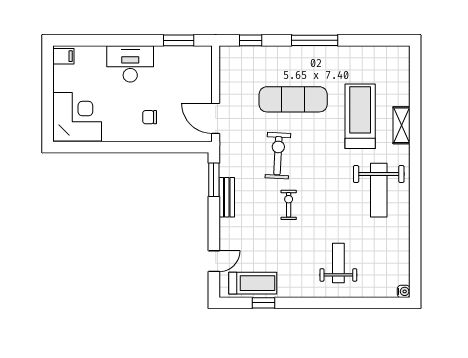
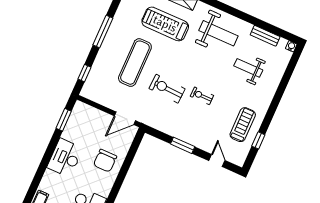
chair: (150, 117) -> (105, 161), width x1.87, depth x1.87
window: (214, 180) -> (183, 145), moved
bench: (227, 197) -> (265, 36), moved
weight bench: (338, 263) -> (248, 68), moved
treadmill: (253, 283) -> (243, 125), moved

